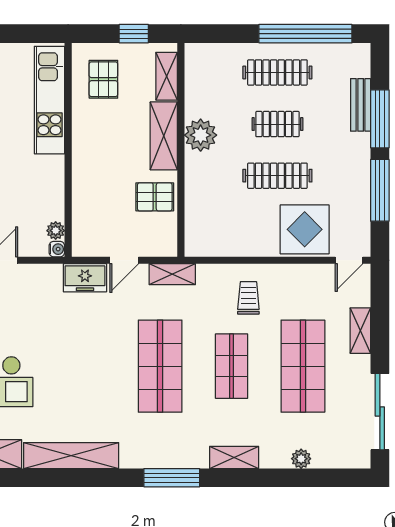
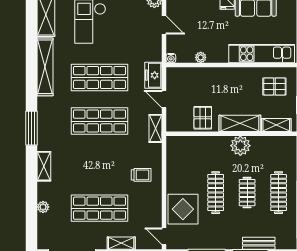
plant: (56, 231) -> (201, 57), moved
shop shelf: (232, 366) -> (100, 78), moved, width x1.43, depth x1.36

